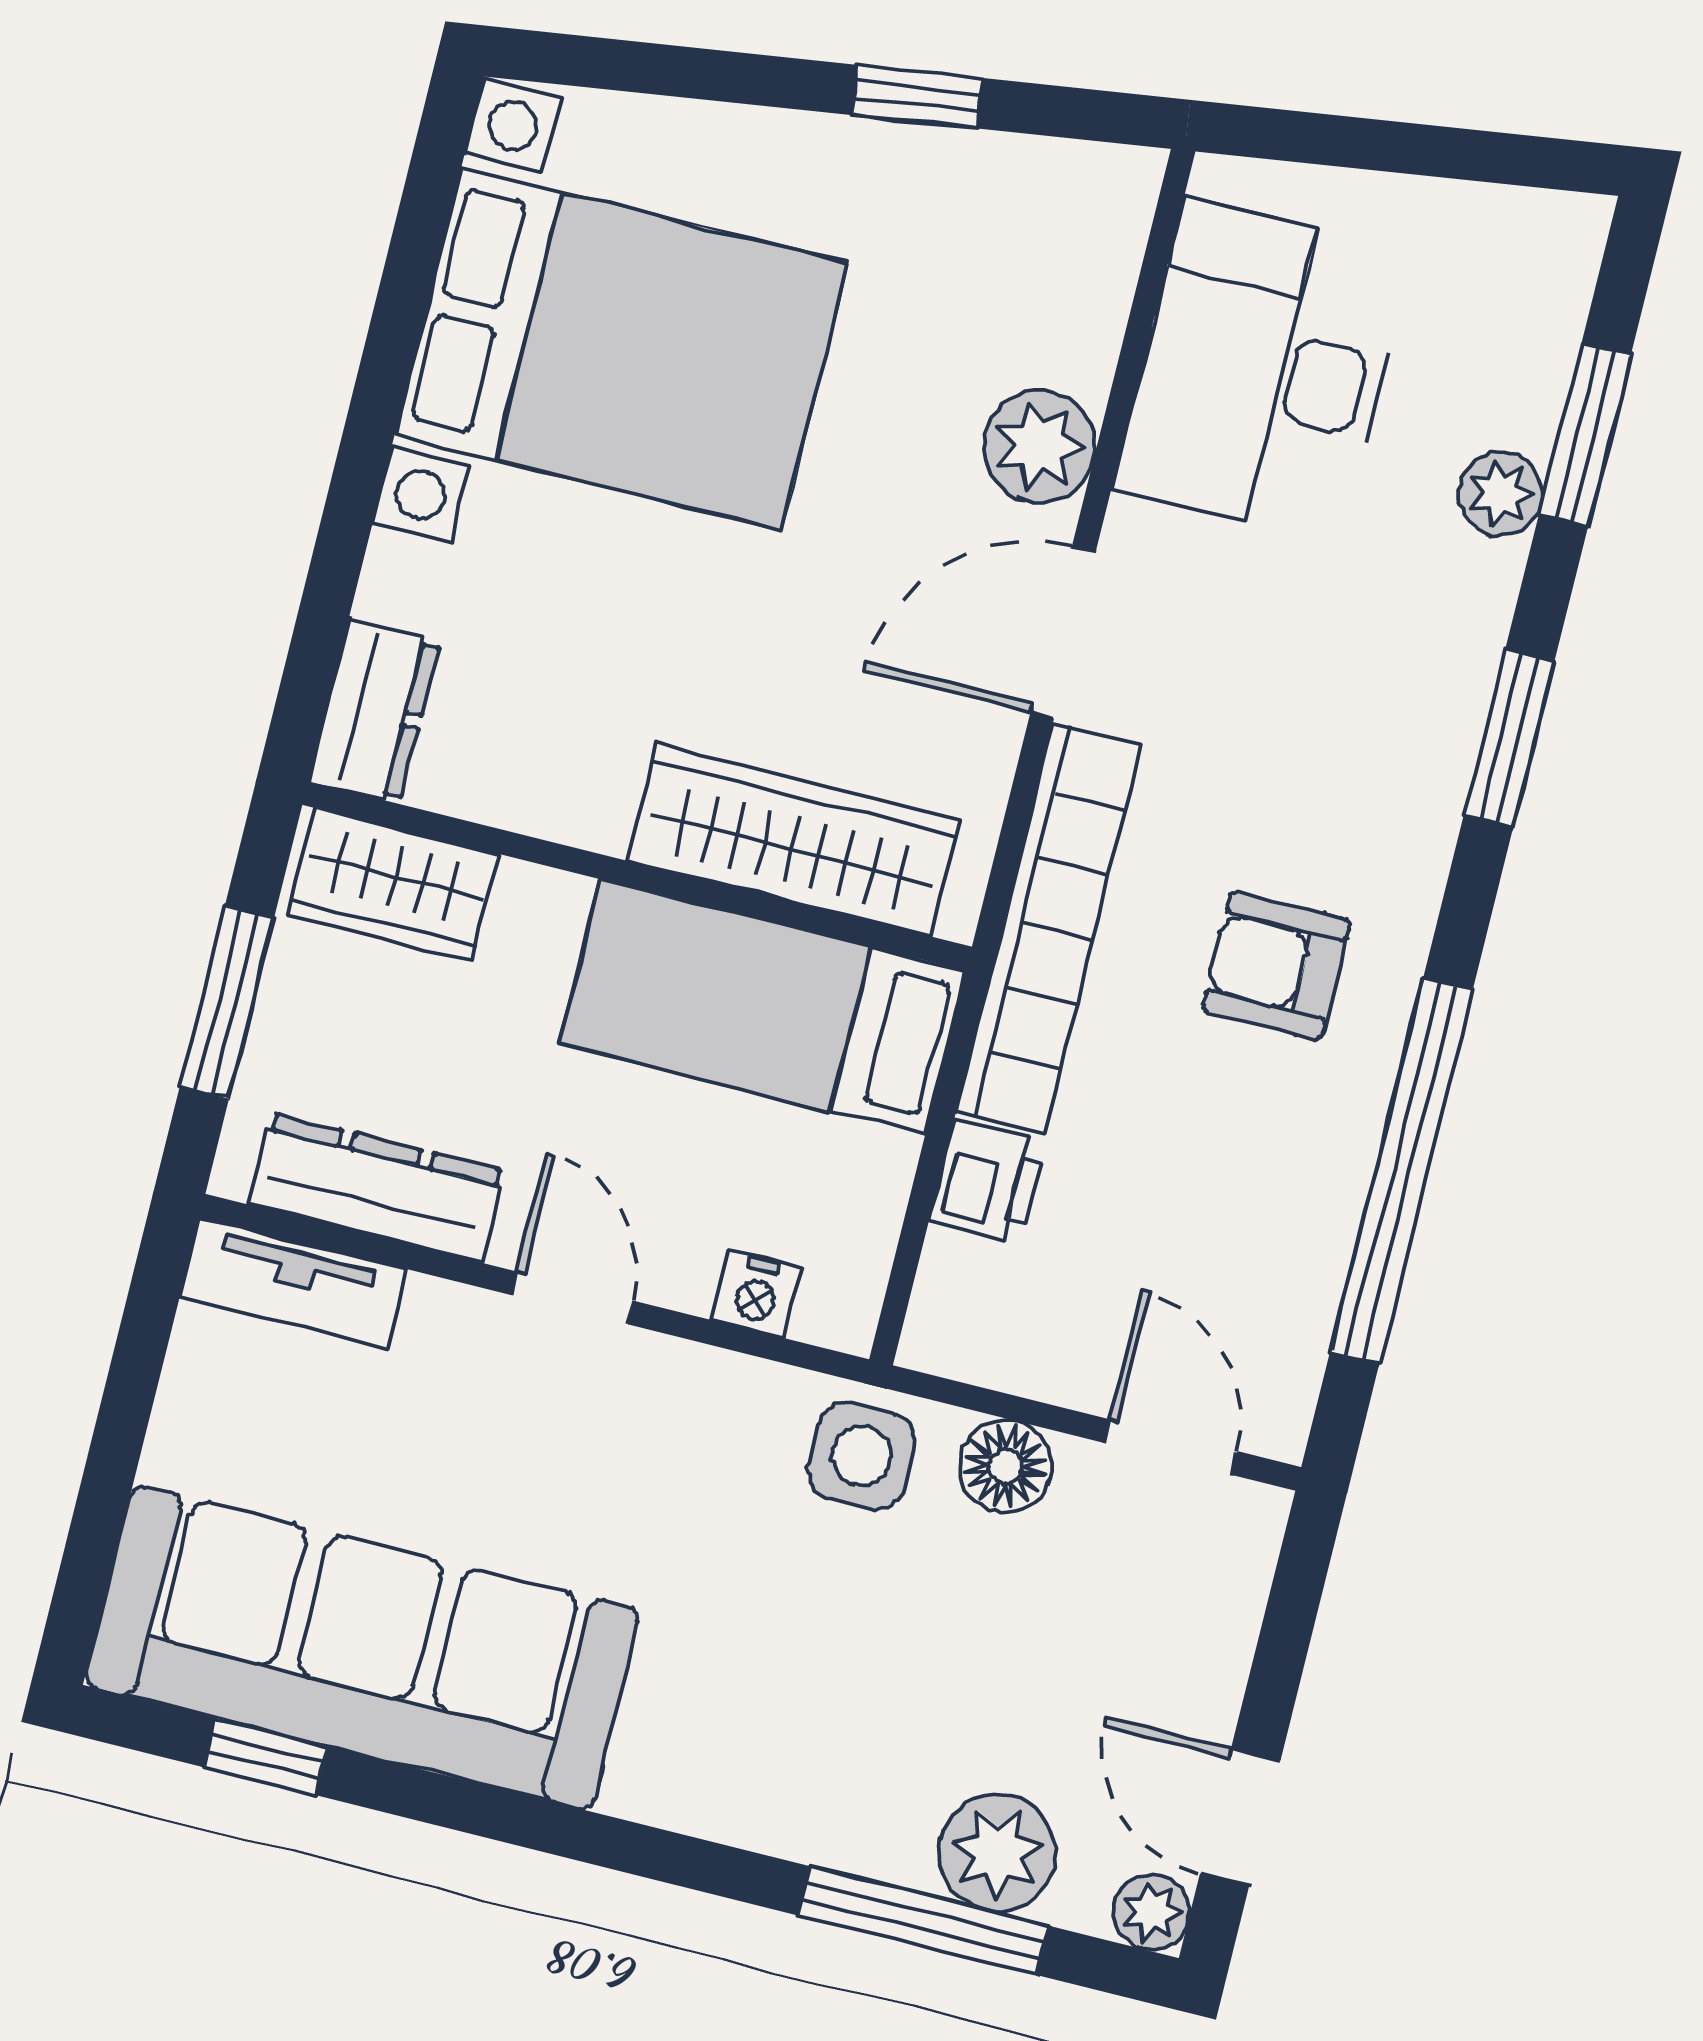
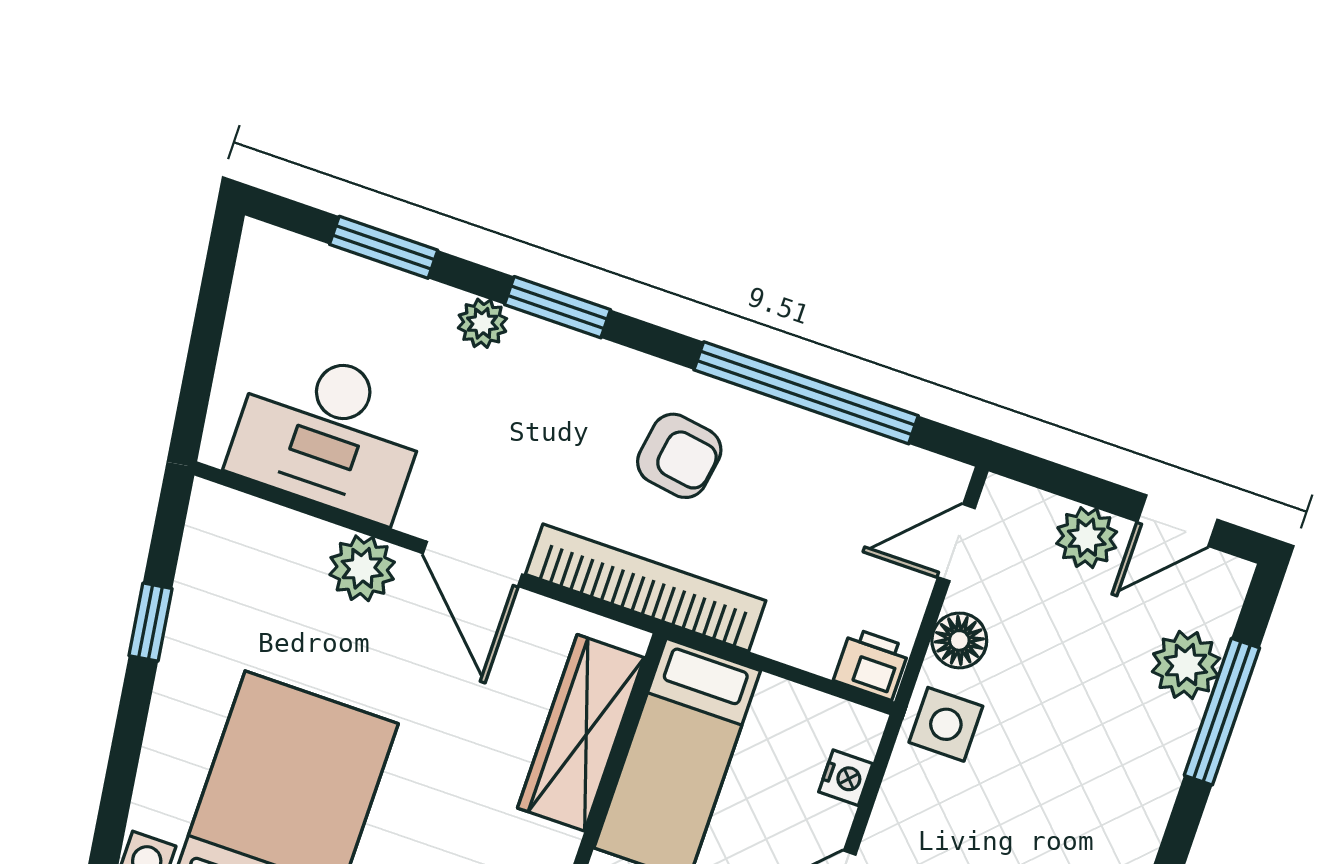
plant: (1501, 494) -> (482, 323), moved
armchair: (1276, 966) -> (679, 456), turned -81
printer: (988, 1182) -> (872, 664), moved
plant: (1151, 1912) -> (1087, 538), moved, width x1.38, depth x1.38

